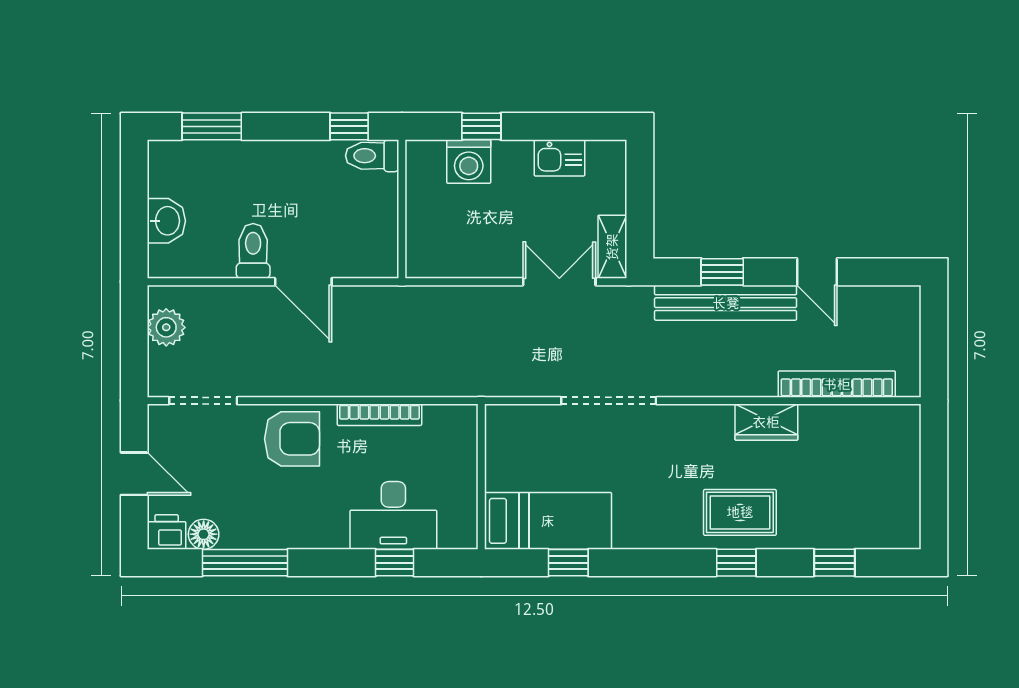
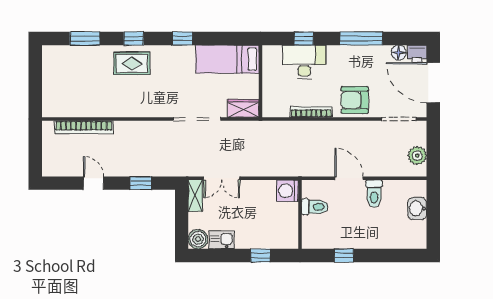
window: (212, 126) -> (395, 255), removed
window: (349, 126) -> (344, 255), moved
toilet: (372, 156) -> (315, 207), moved
boiler: (607, 159) -> (198, 239), added
washing machine: (469, 162) -> (287, 191), moved, turned -90
bench: (726, 303) -> (139, 168), removed
wardrobe: (766, 422) -> (243, 108), moved
door: (134, 474) -> (433, 83), width x1.88
window: (245, 563) -> (361, 38), moved
window: (568, 563) -> (182, 38), moved
window: (834, 563) -> (85, 38), width x1.50

